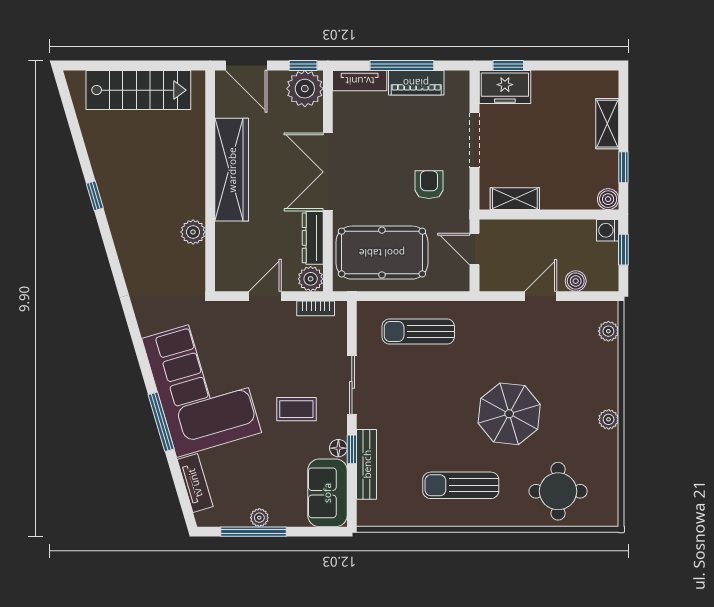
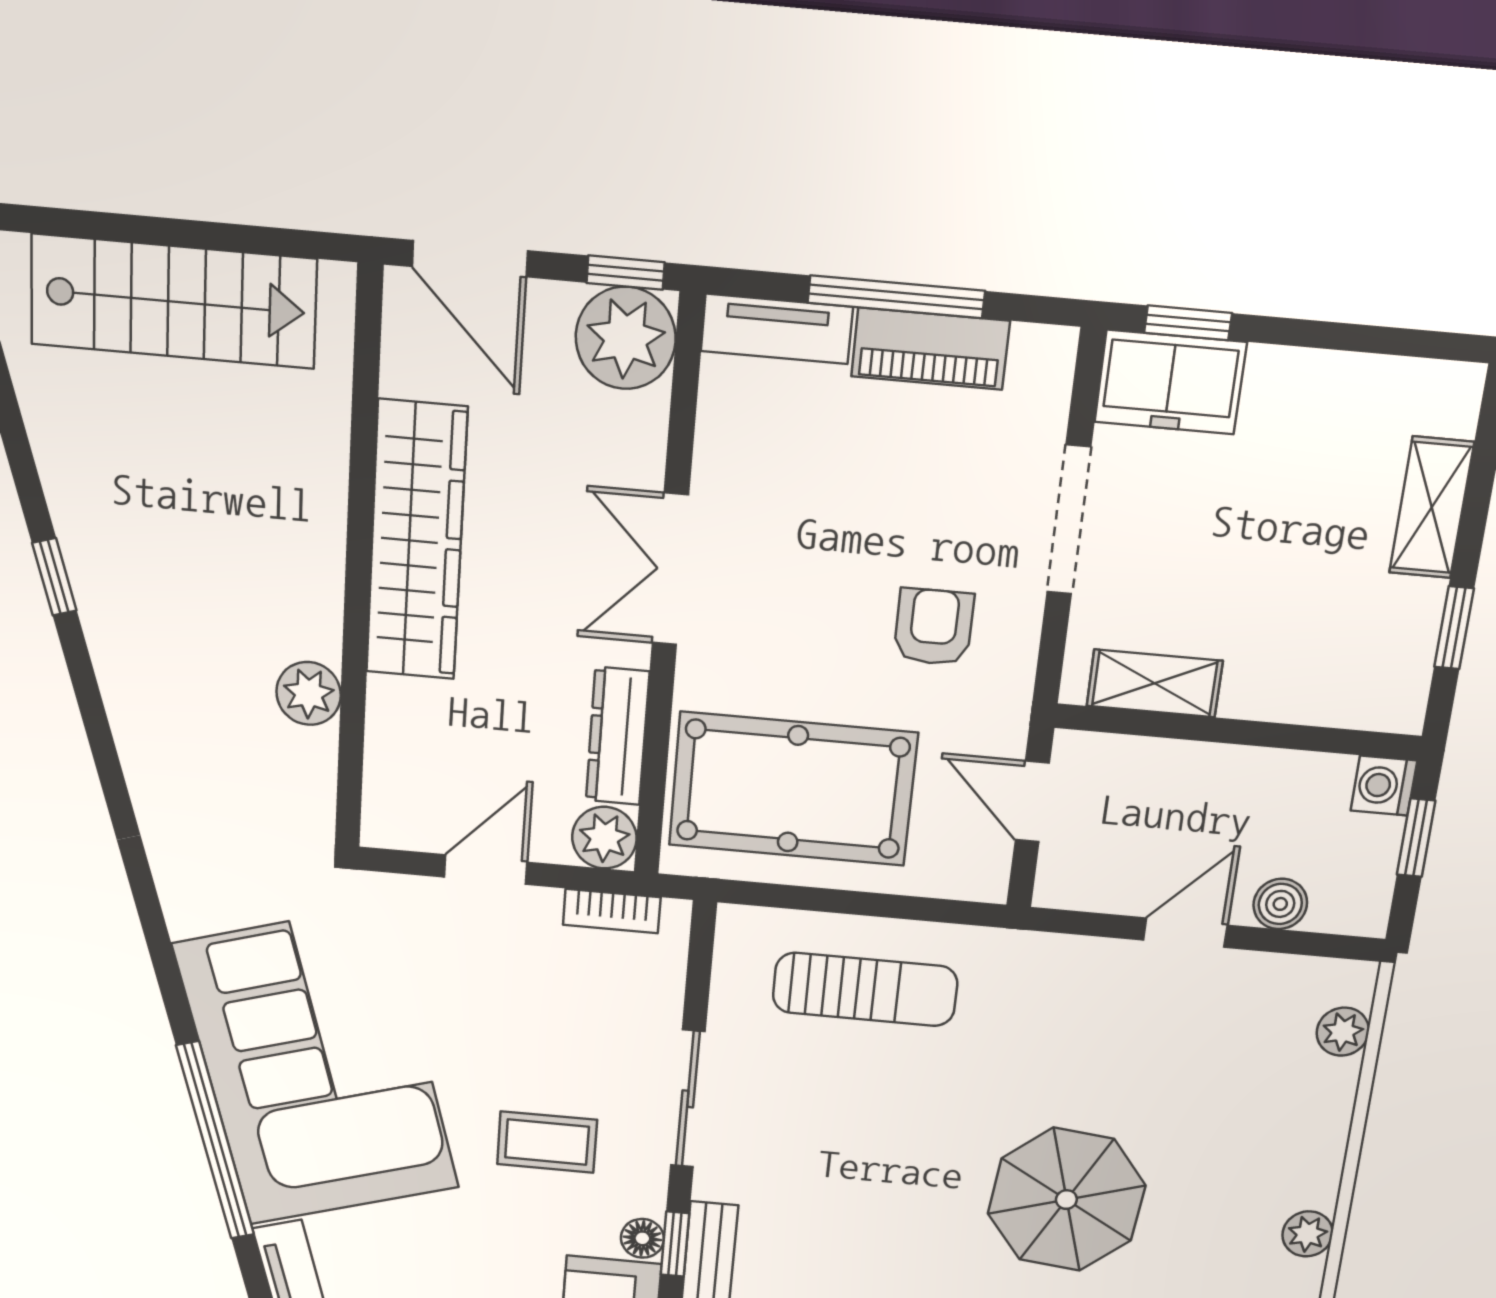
double door: (328, 172) -> (670, 569), width x0.73
boiler: (608, 199) -> (1399, 706), removed
sun lounger: (418, 332) -> (865, 989), turned 180
window: (161, 422) -> (215, 1141), width x1.46

